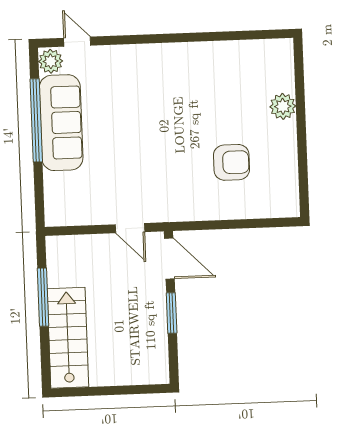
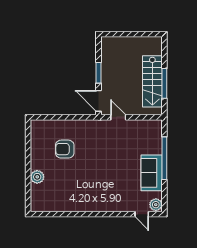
window: (36, 120) -> (164, 158), moved
sofa: (61, 123) -> (152, 173), width x0.73
stairs: (68, 338) -> (152, 81), moved

